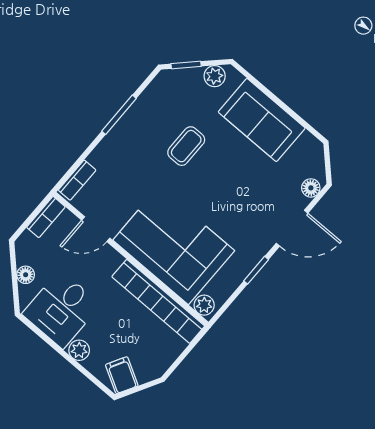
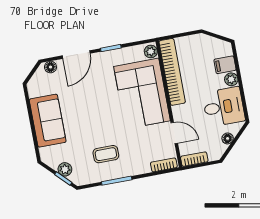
plant: (215, 76) -> (65, 169), moved
coffee table: (186, 146) -> (106, 154), moved
door: (292, 228) -> (76, 55), swing flipped
filing cabinet: (122, 375) -> (225, 65), moved, turned 61

